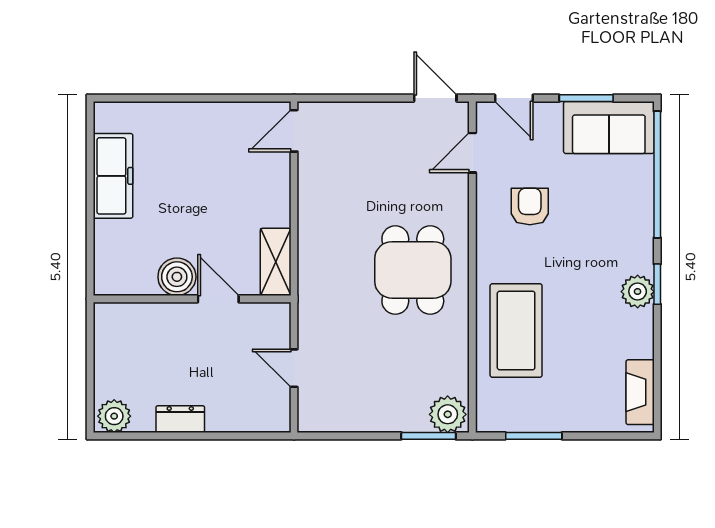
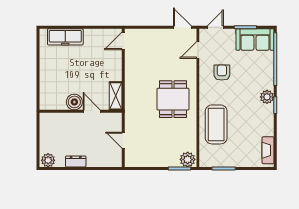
door: (514, 98) -> (215, 27), swing flipped
freezer: (113, 176) -> (65, 37), moved, turned 90
plant: (638, 292) -> (267, 97), moved

